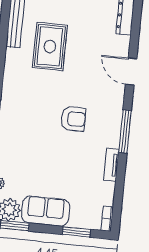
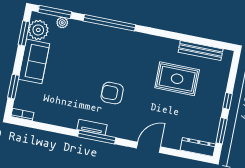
armchair: (73, 119) -> (112, 93), turned 90
tv unit: (111, 165) -> (92, 127), moved

